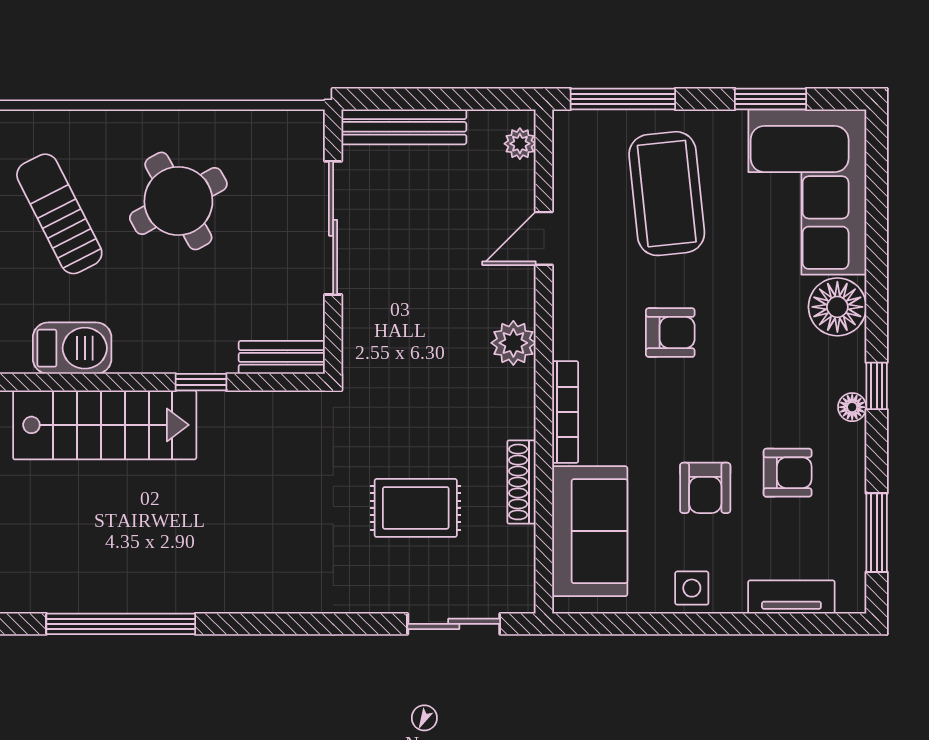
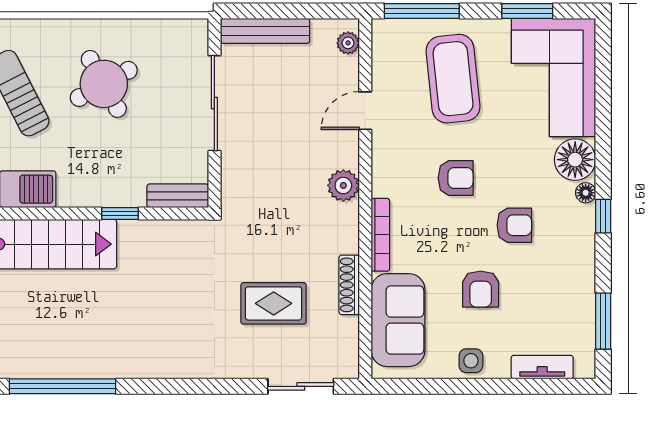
floor lamp: (852, 407) -> (586, 193), moved
armchair: (788, 473) -> (514, 225), moved

